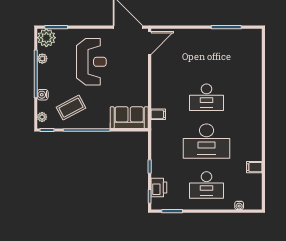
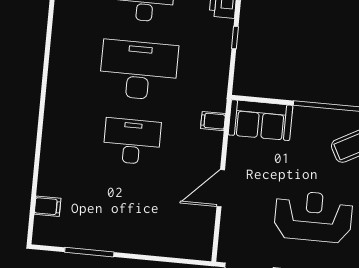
door: (150, 43) -> (221, 188), moved
reception desk: (91, 62) -> (313, 216), turned 90
filing cabinet: (254, 167) -> (48, 206), moved

